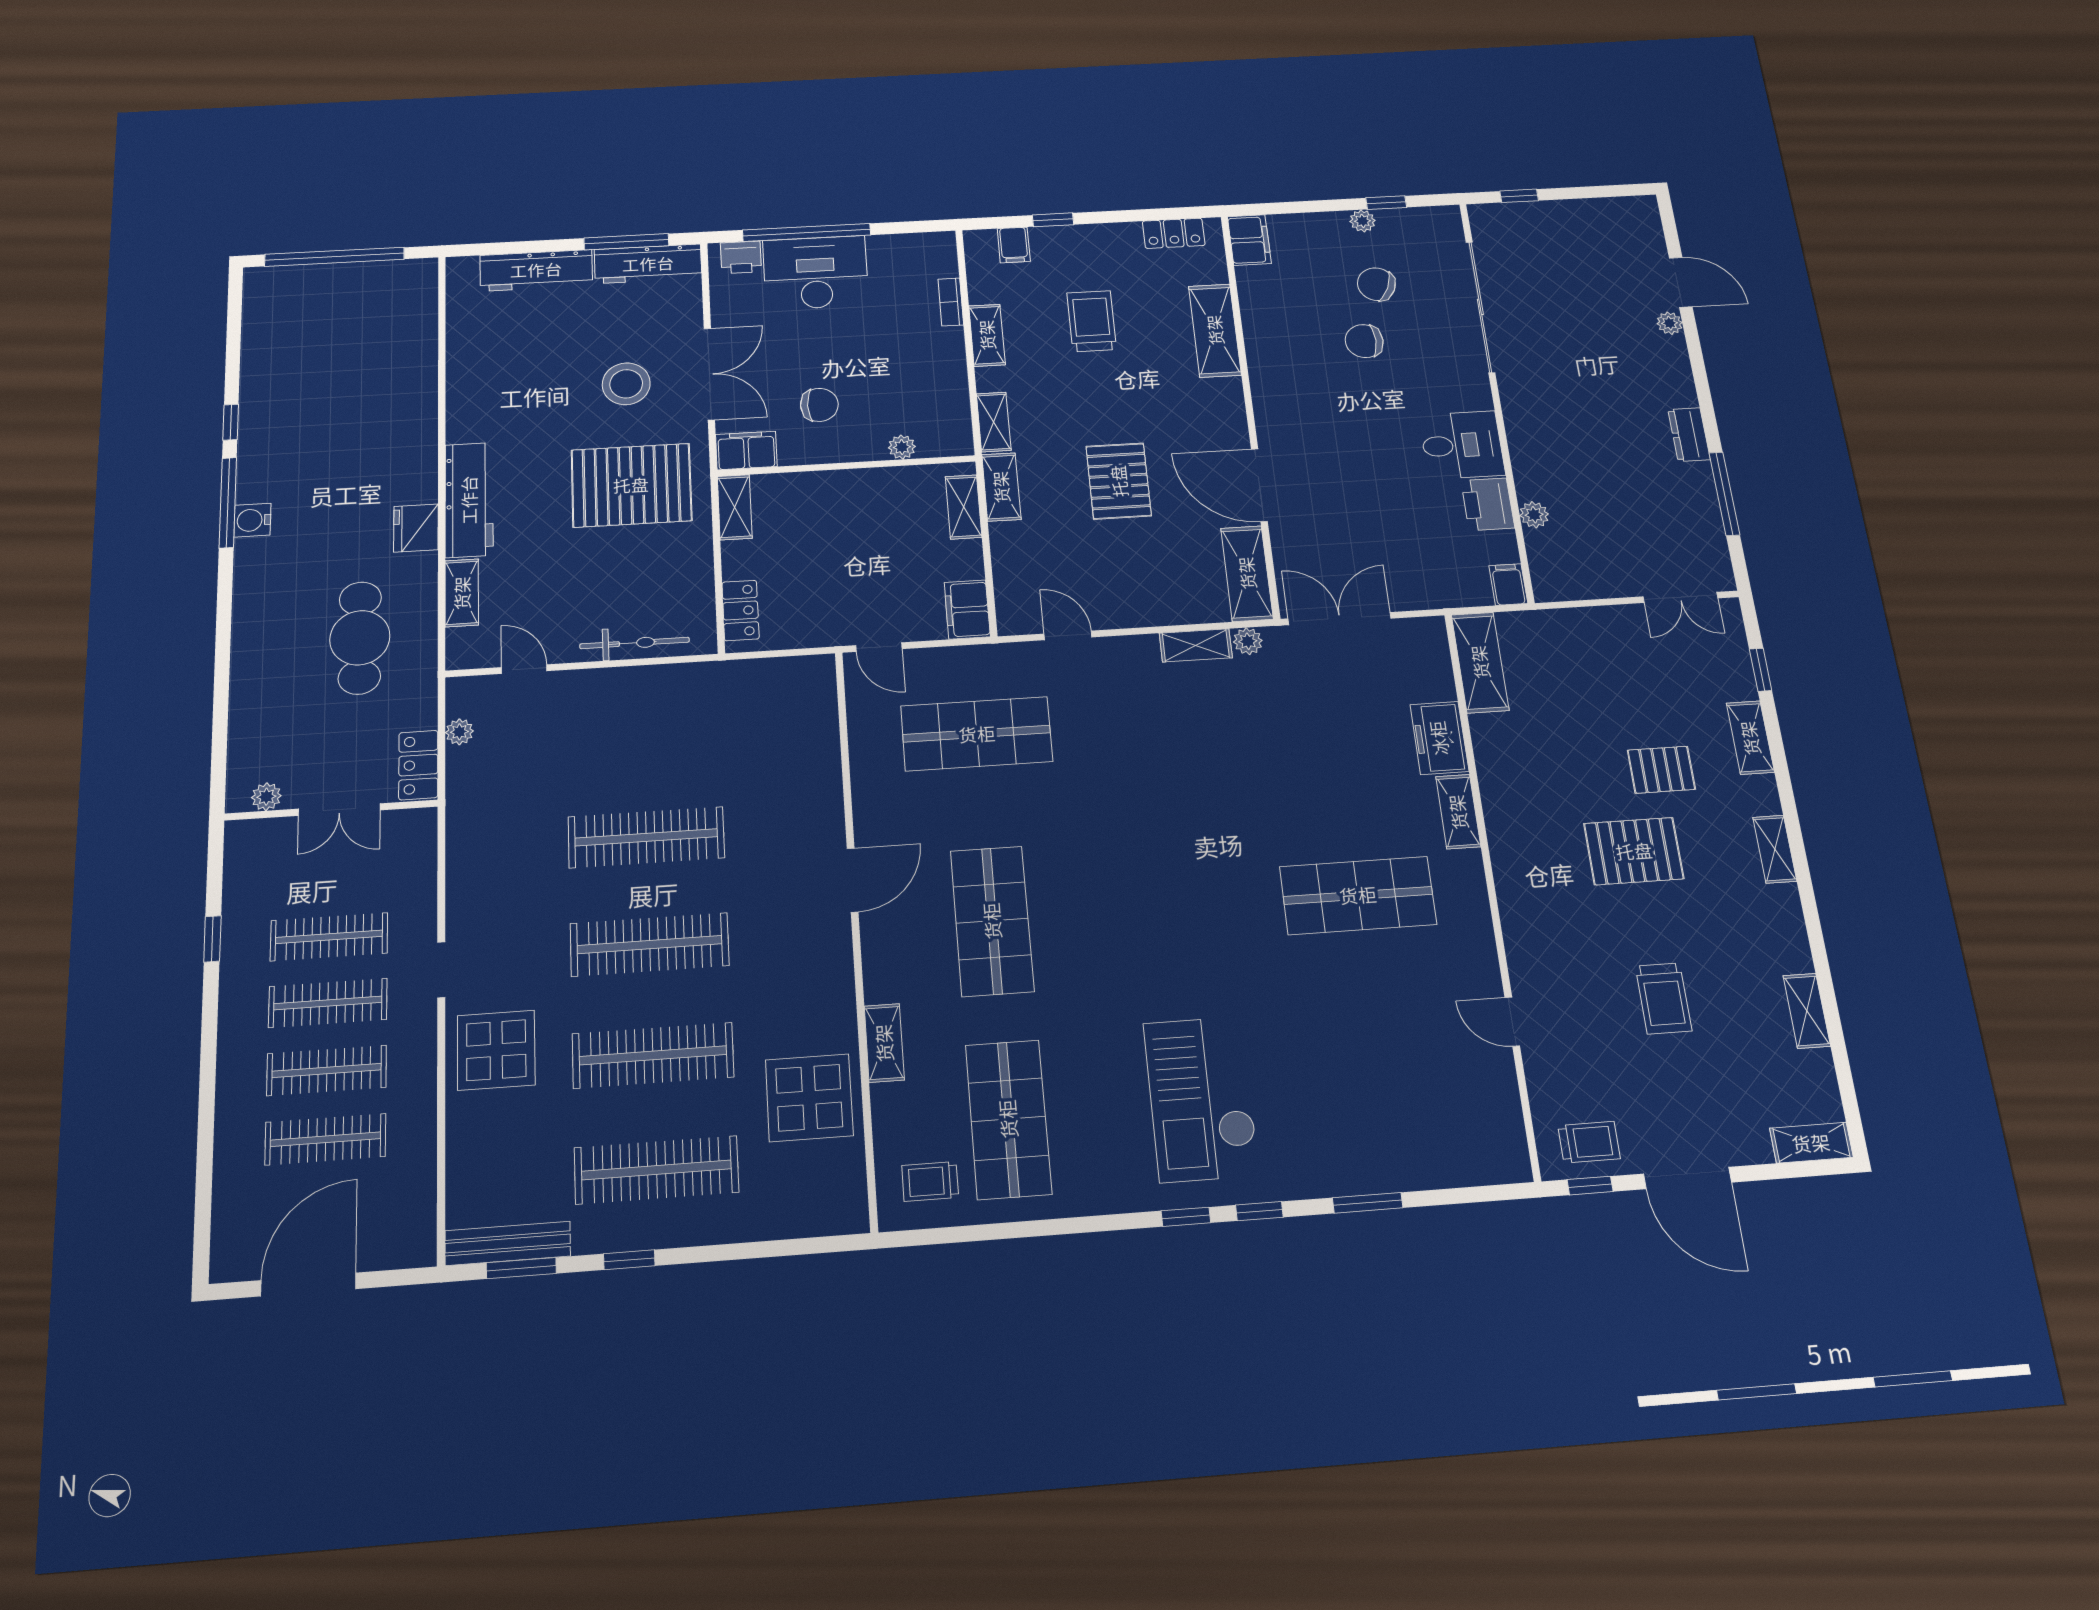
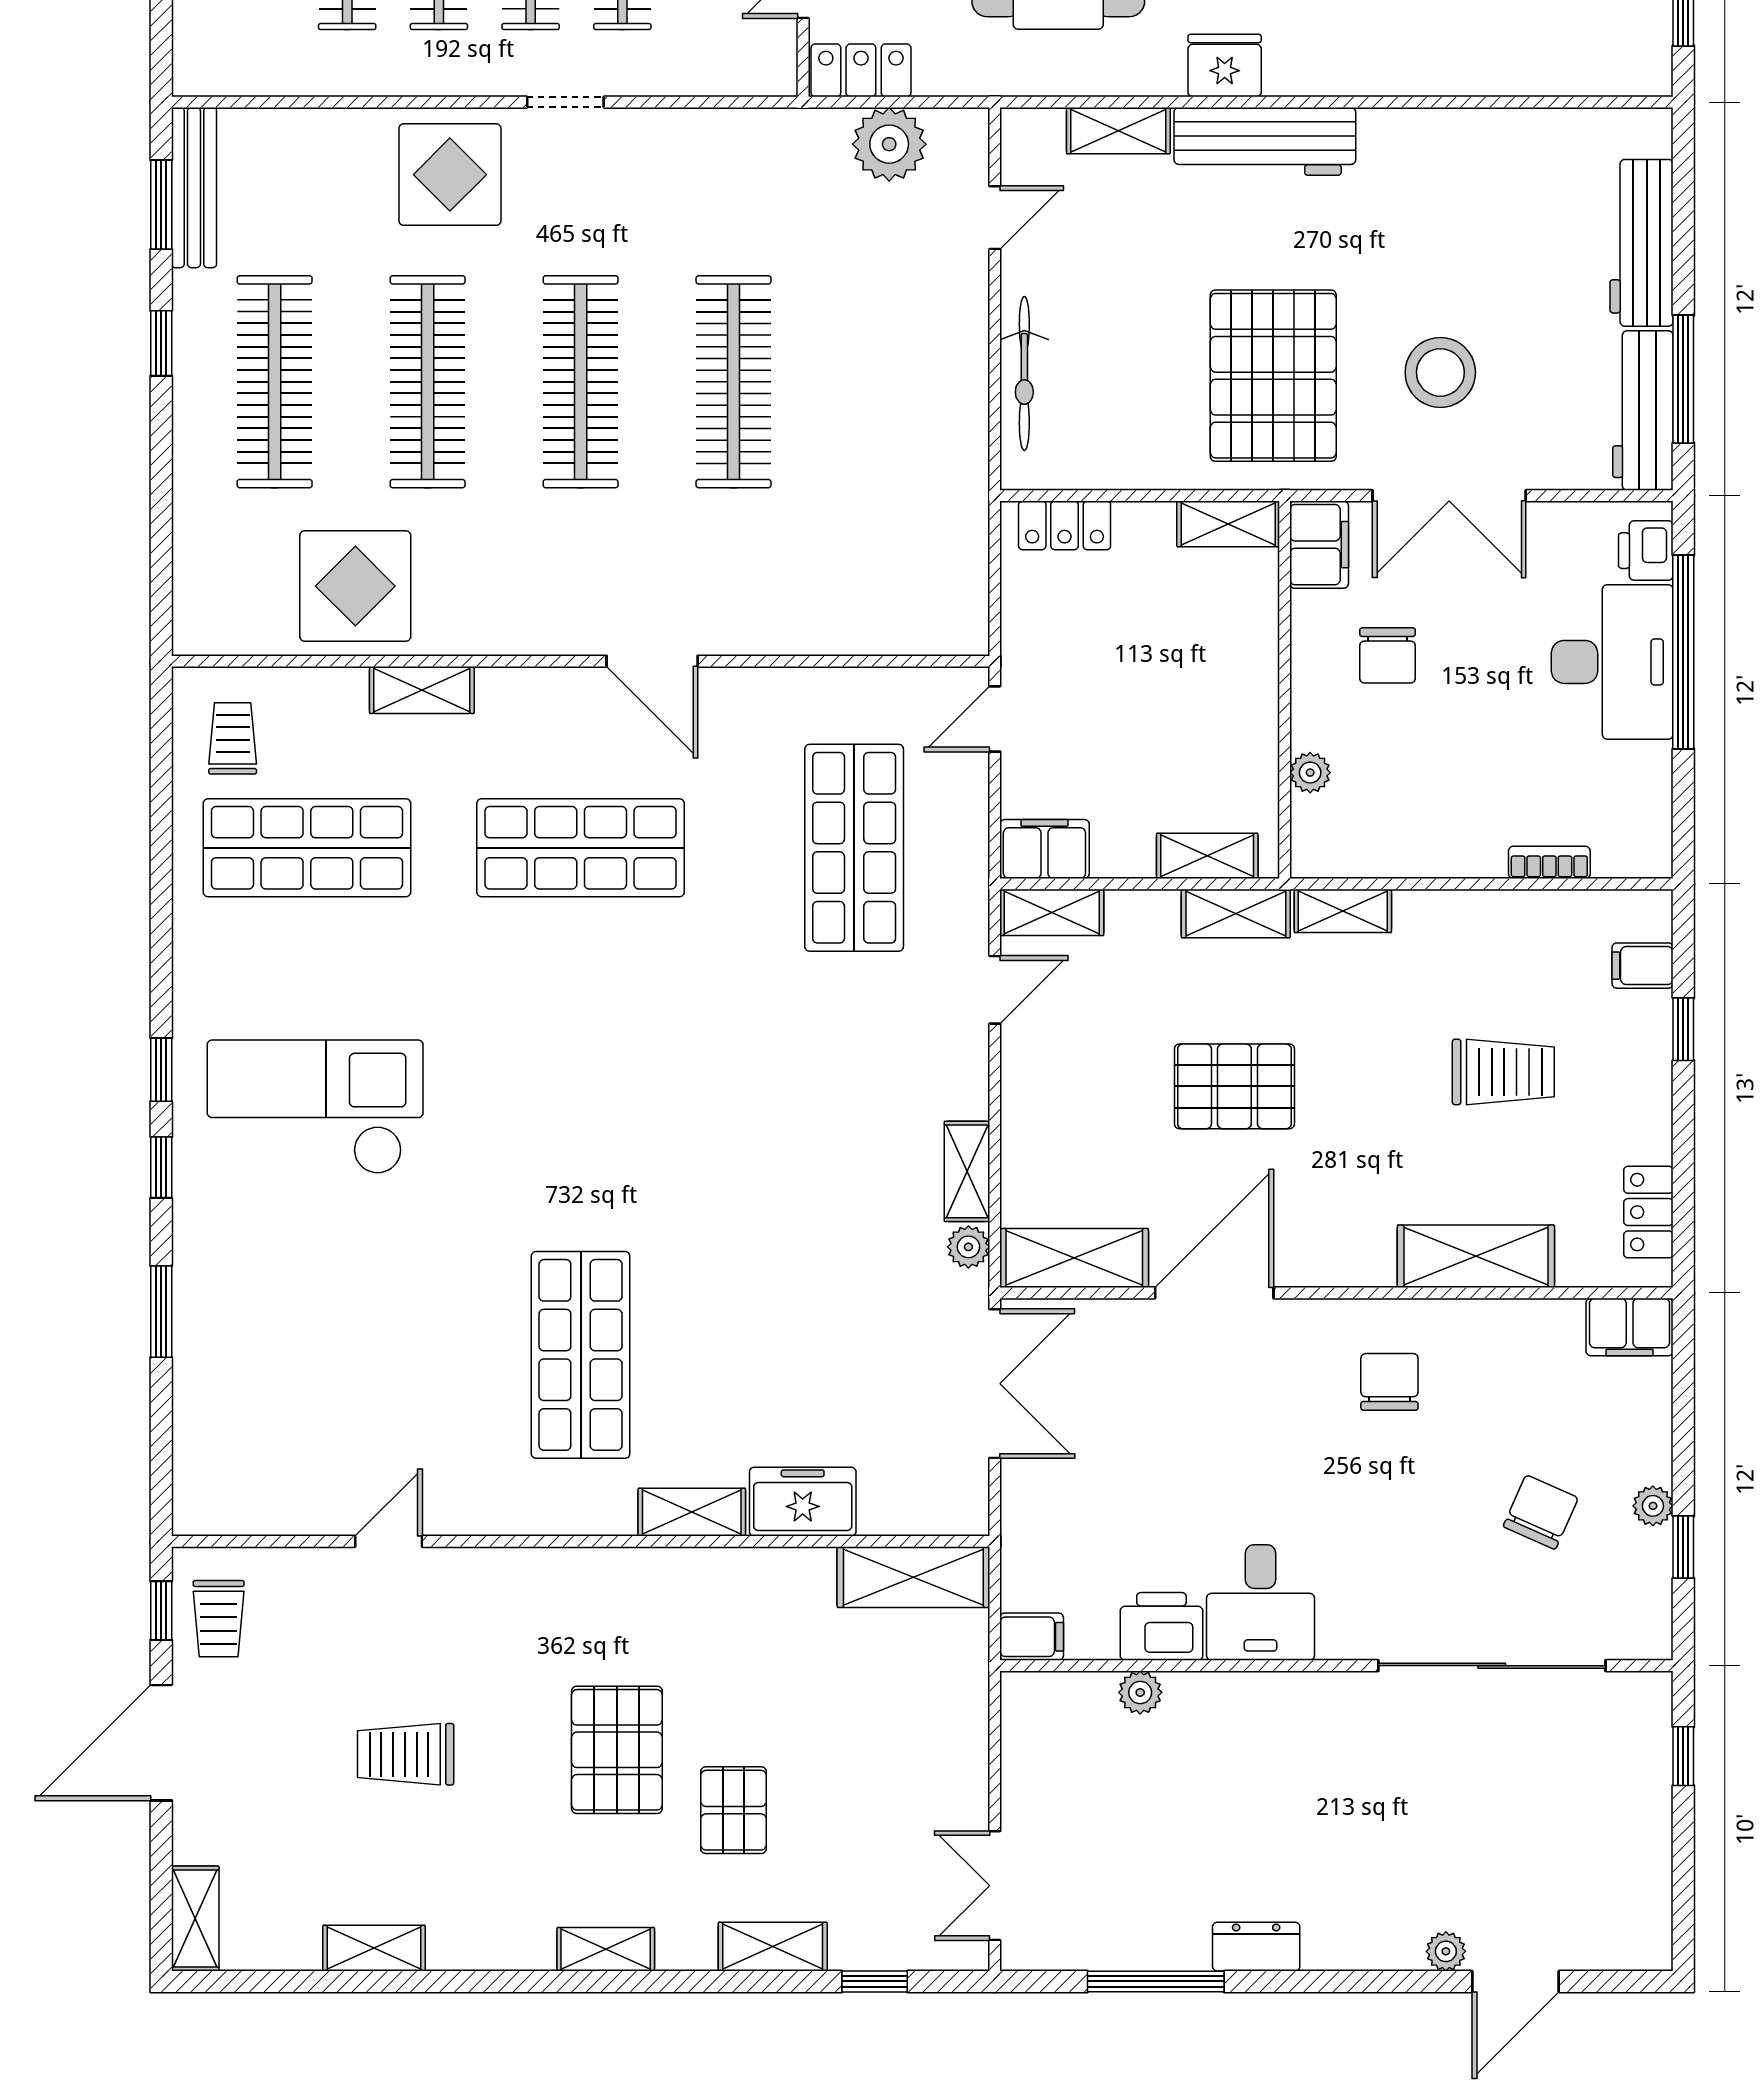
shelving: (987, 335) -> (1052, 912), moved
chair: (1364, 341) -> (1389, 1382), moved
plant: (459, 732) -> (889, 144), width x1.88, depth x1.88

